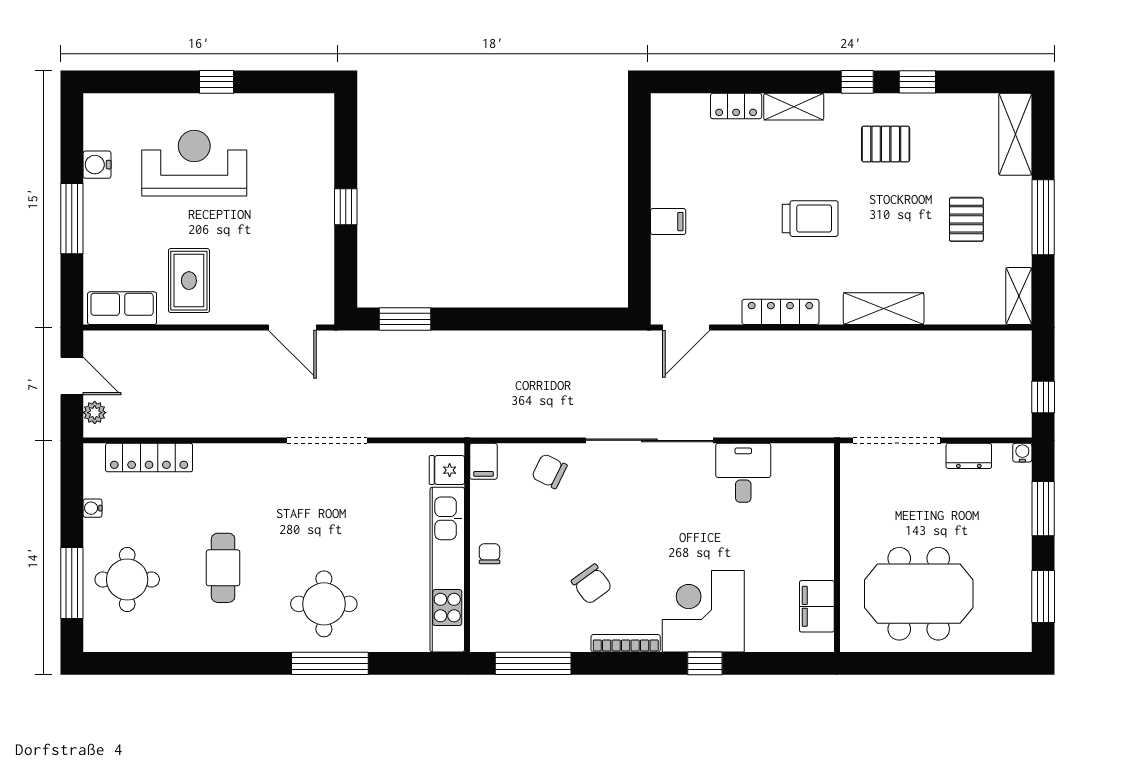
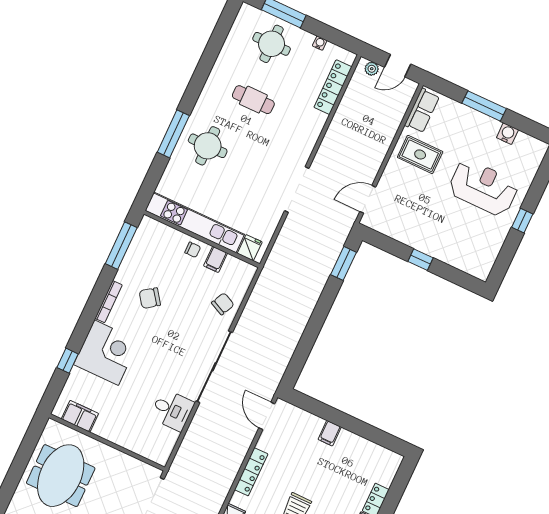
reception desk: (194, 163) -> (483, 187), turned -90
filing cabinet: (484, 461) -> (216, 259), moved, turned -90
window: (705, 663) -> (68, 361), moved

